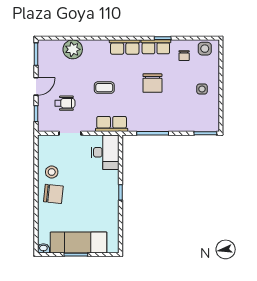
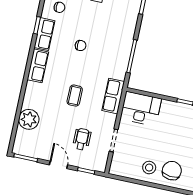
chair: (152, 83) -> (81, 46), width x0.54, depth x0.54

